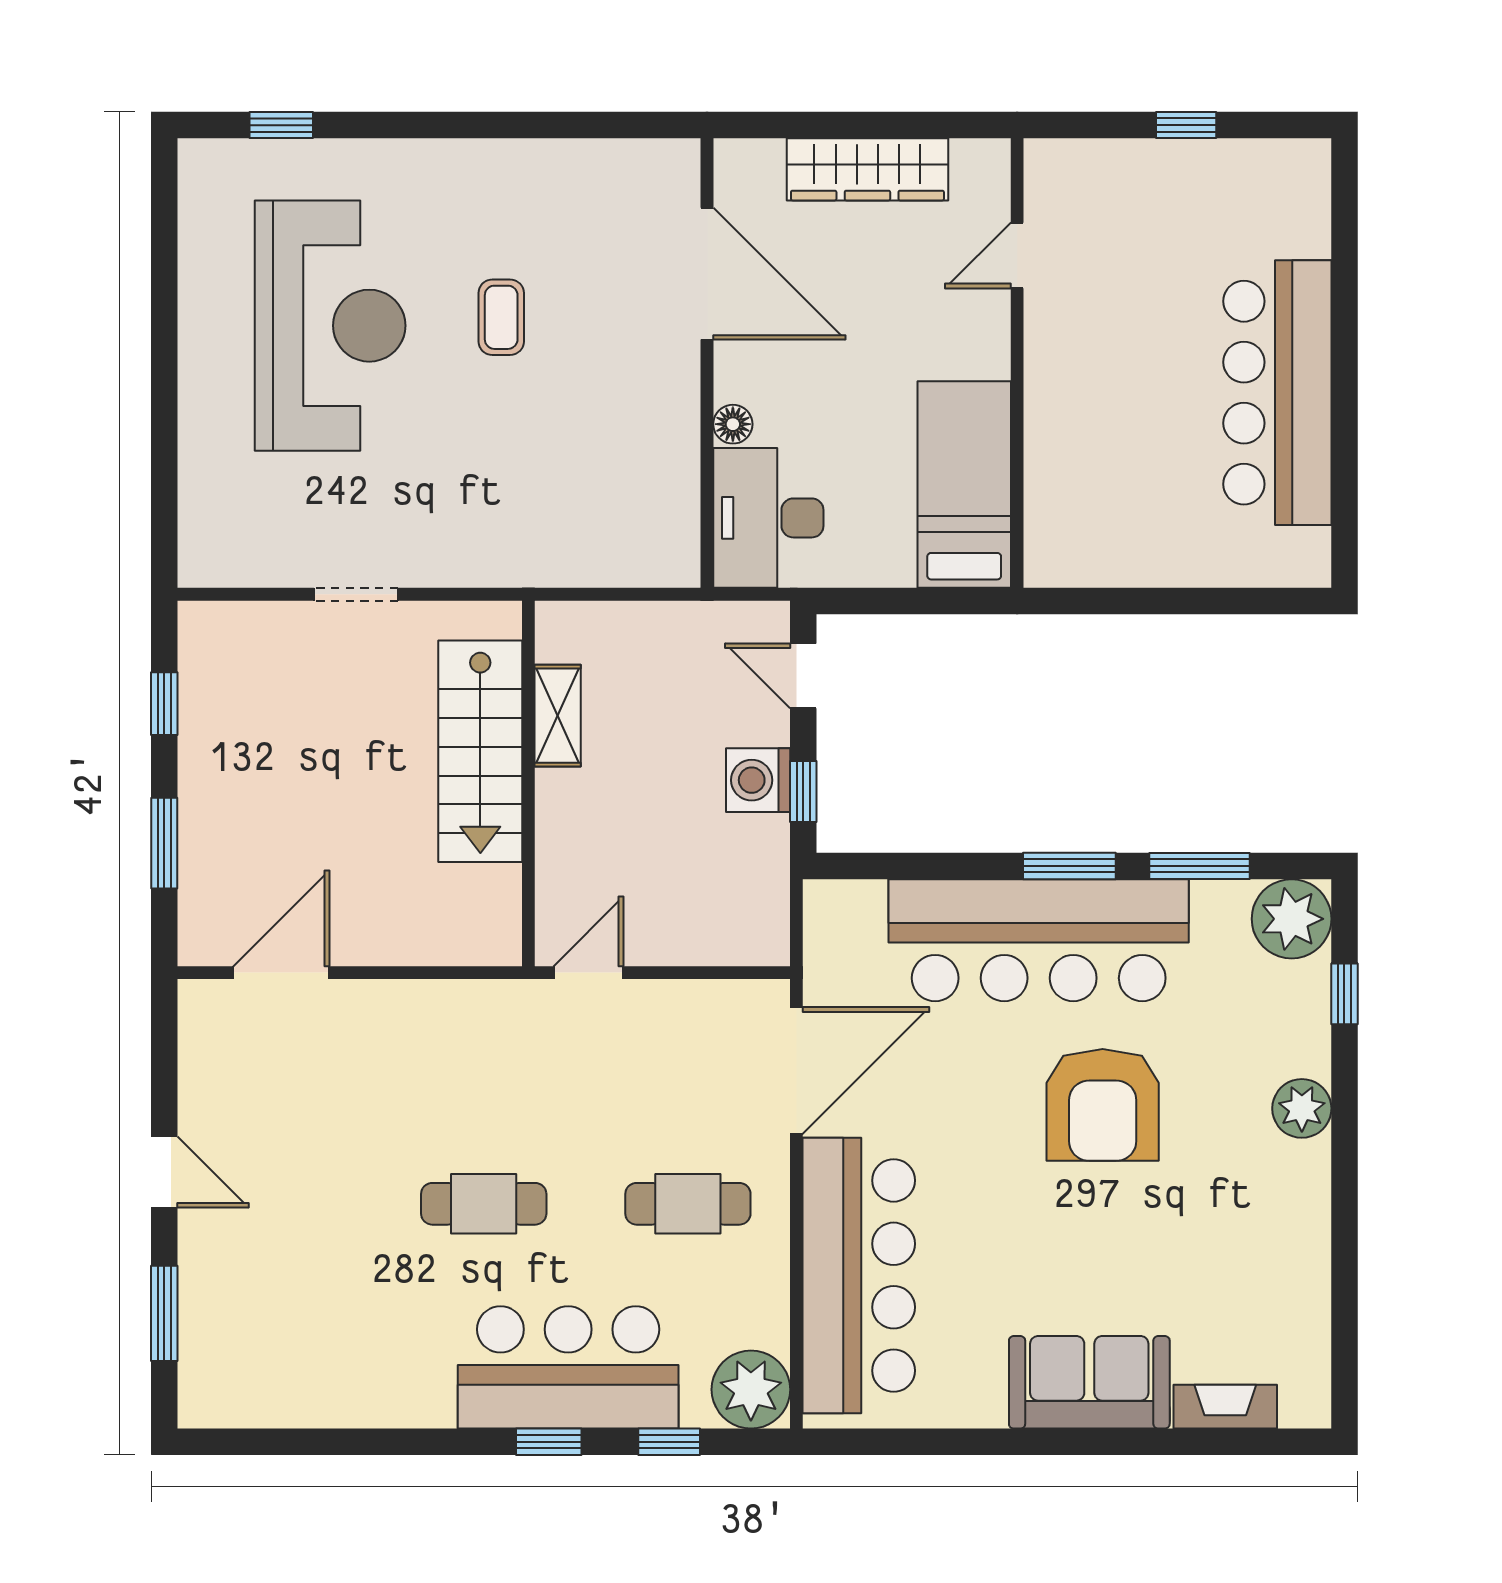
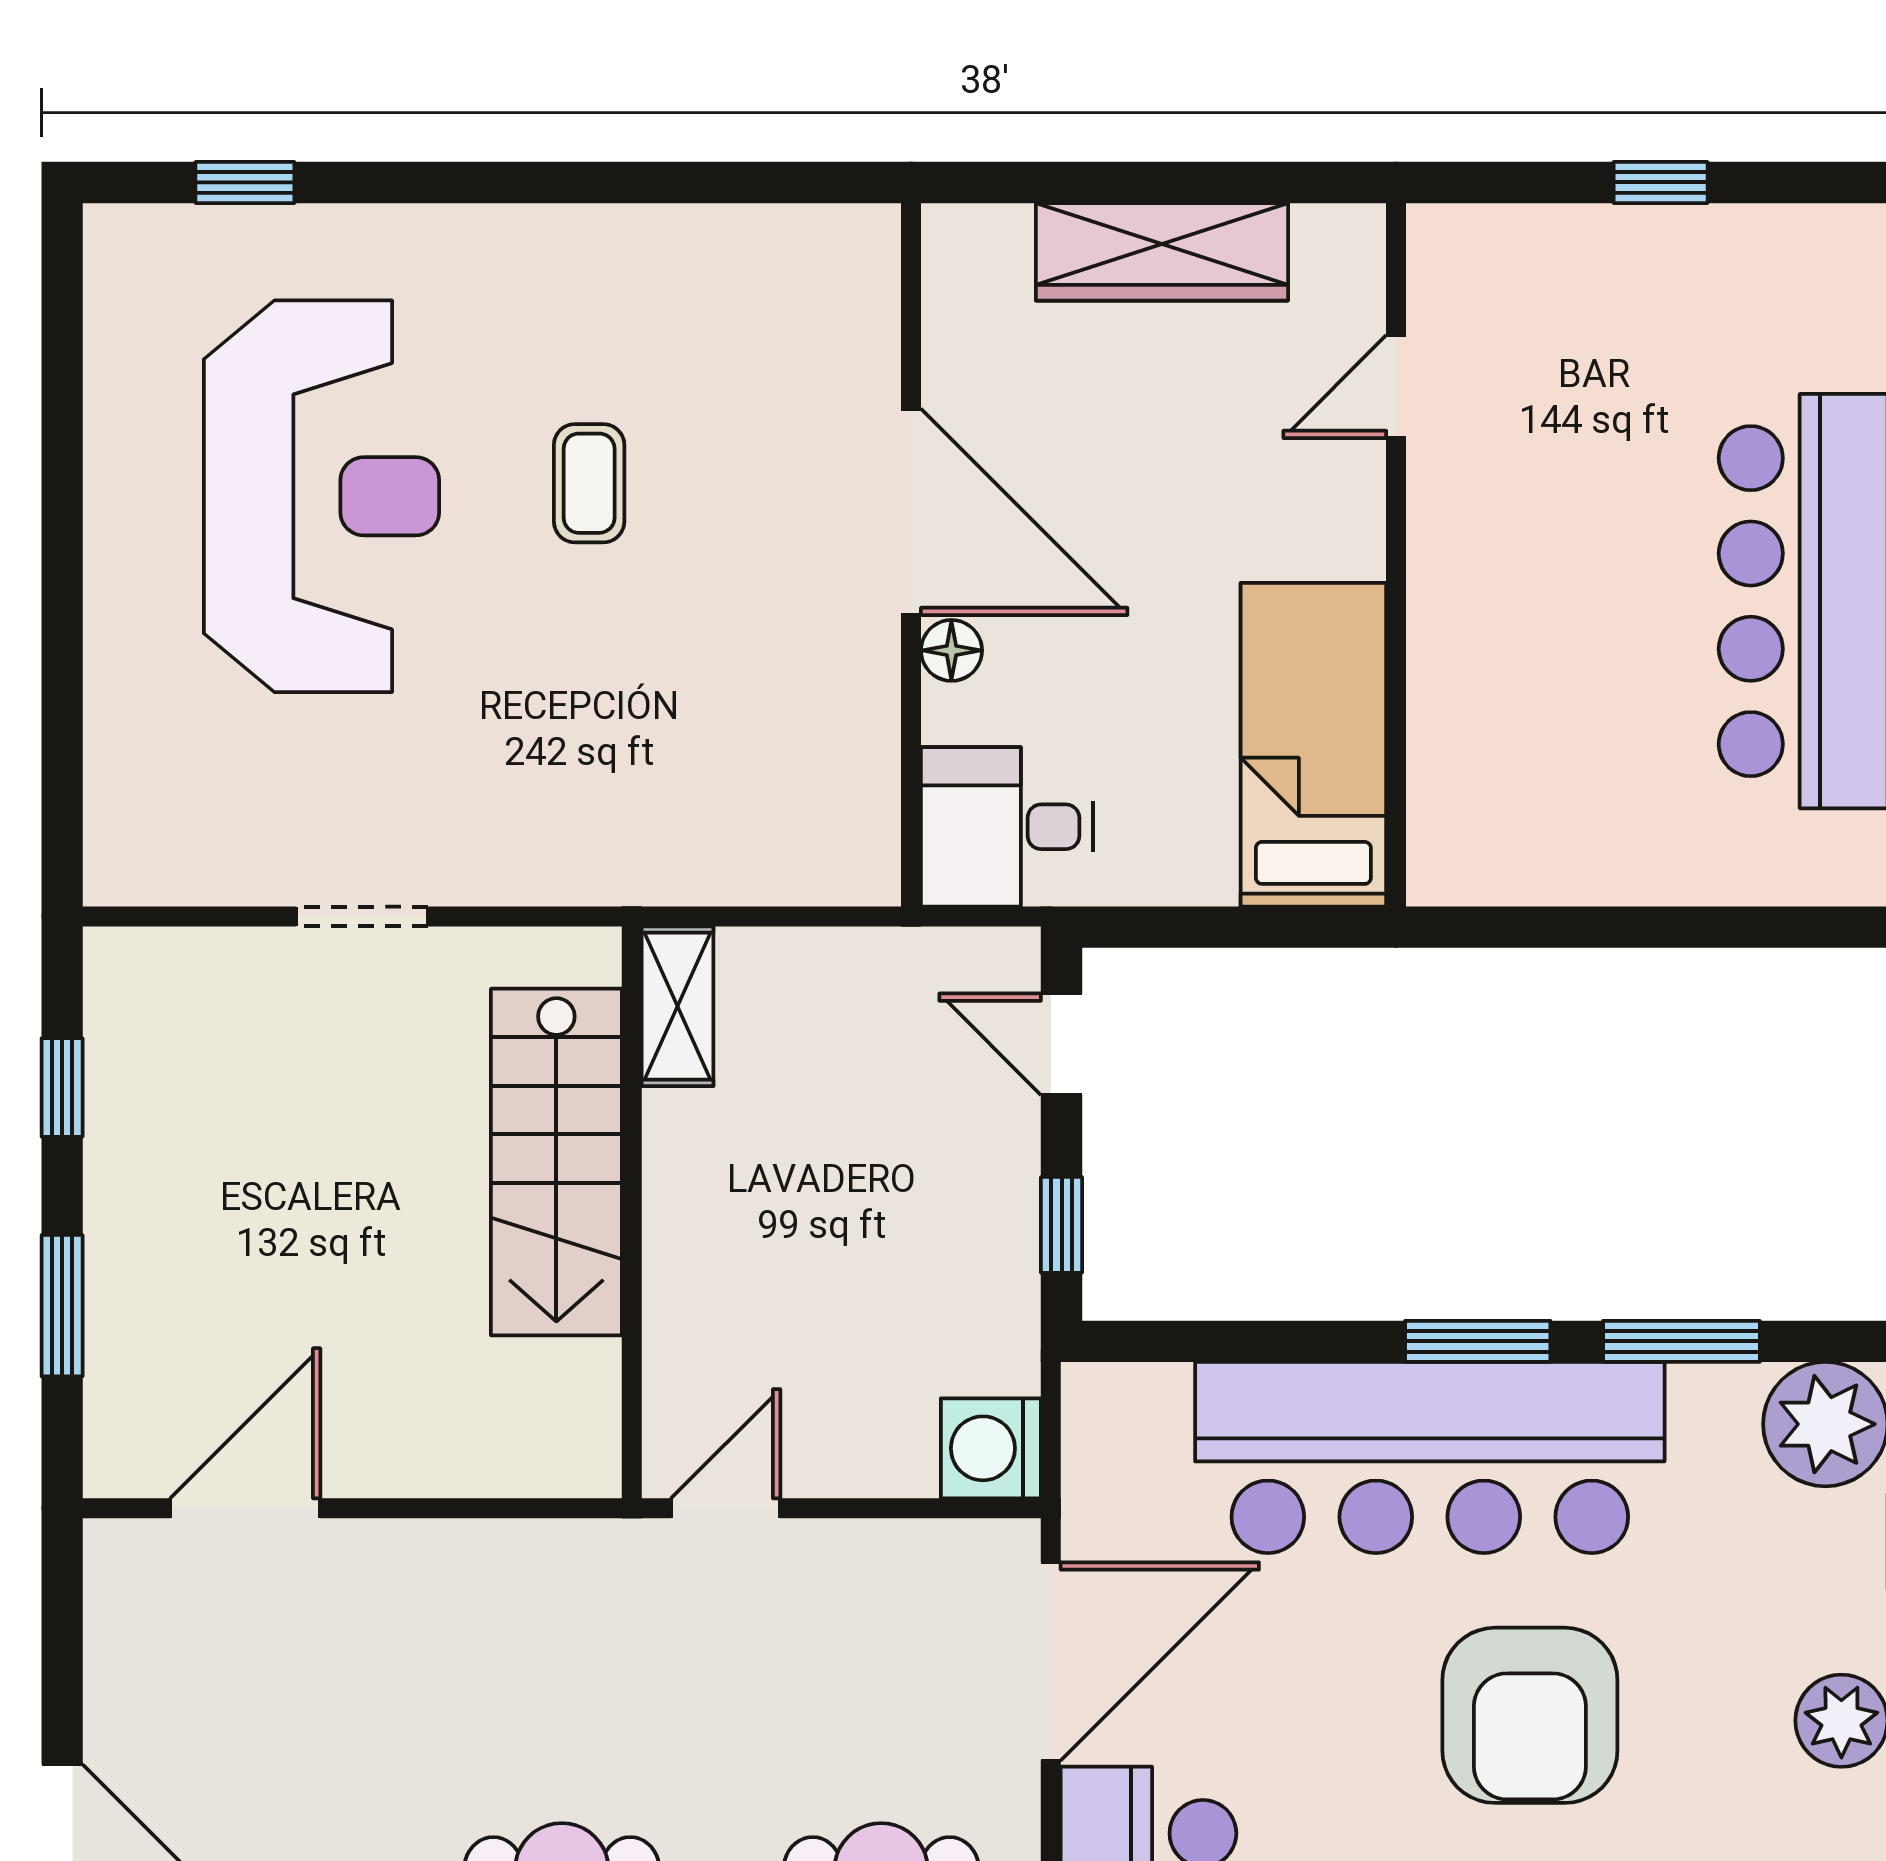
door: (707, 274) -> (911, 512), moved
desk: (768, 518) -> (1007, 827), width x0.73
shelving: (558, 716) -> (677, 1006), moved
washing machine: (758, 780) -> (991, 1448), moved

